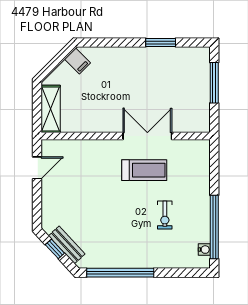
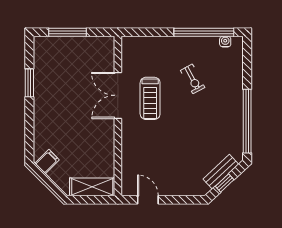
treadmill: (144, 170) -> (150, 98), turned 180
exercise bike: (165, 215) -> (193, 79), turned 62

